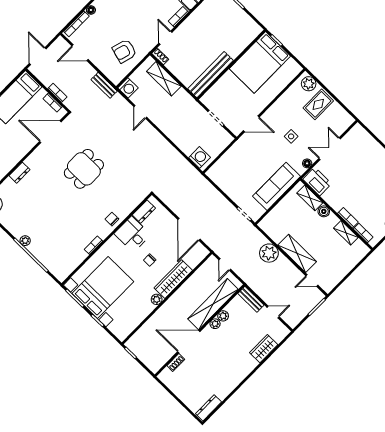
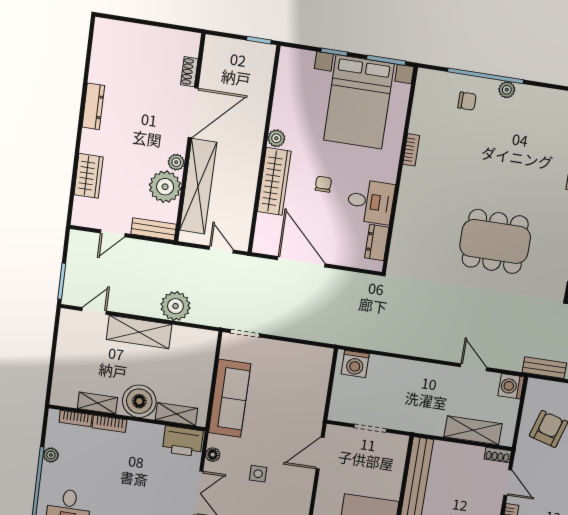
dining table: (84, 169) -> (495, 241), width x1.38
boiler: (324, 211) -> (139, 401), width x1.86, depth x1.86
chair: (112, 219) -> (467, 101), moved
plant: (223, 316) -> (165, 187), width x1.87, depth x1.87
dresser: (209, 408) -> (93, 106), moved

